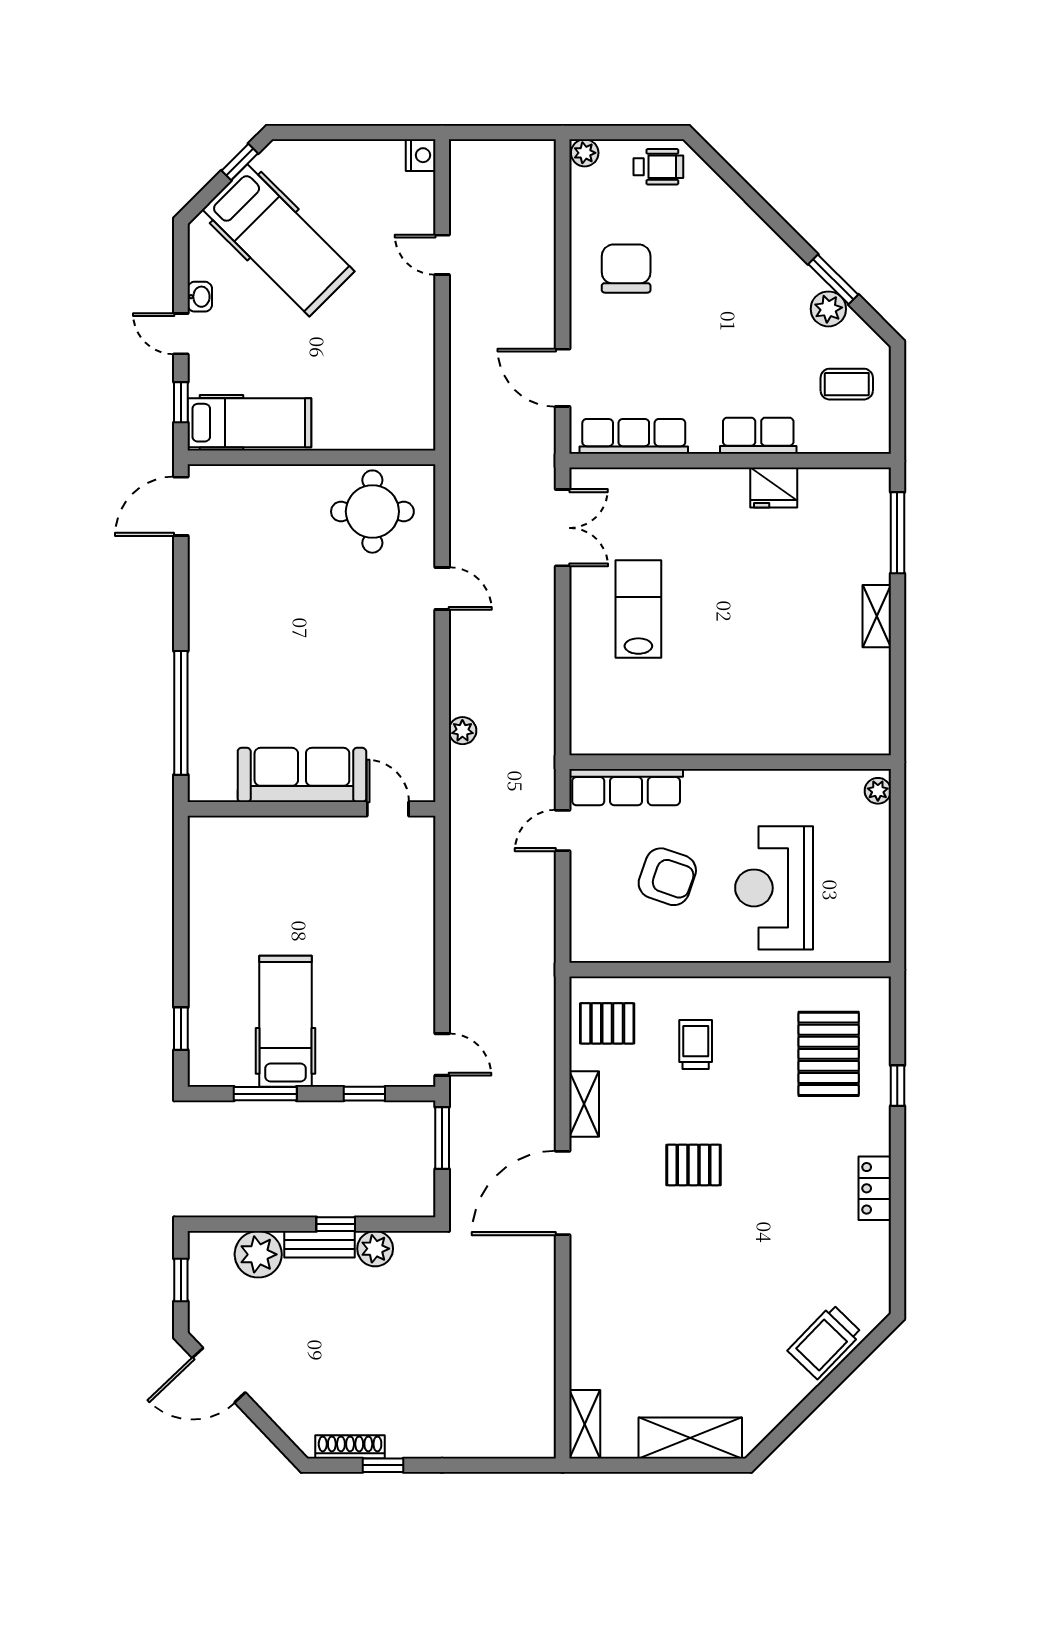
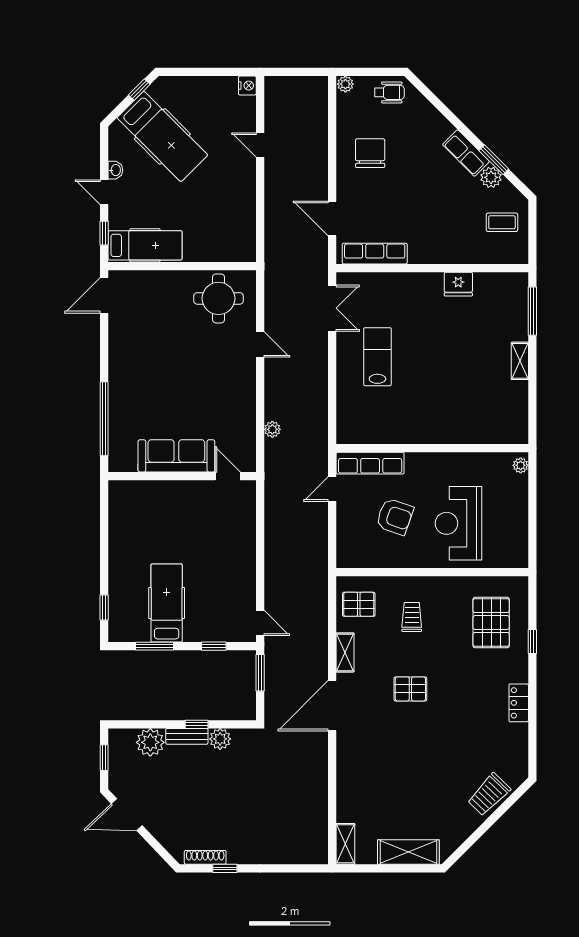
row of seats: (758, 436) -> (466, 153), moved, turned -135

